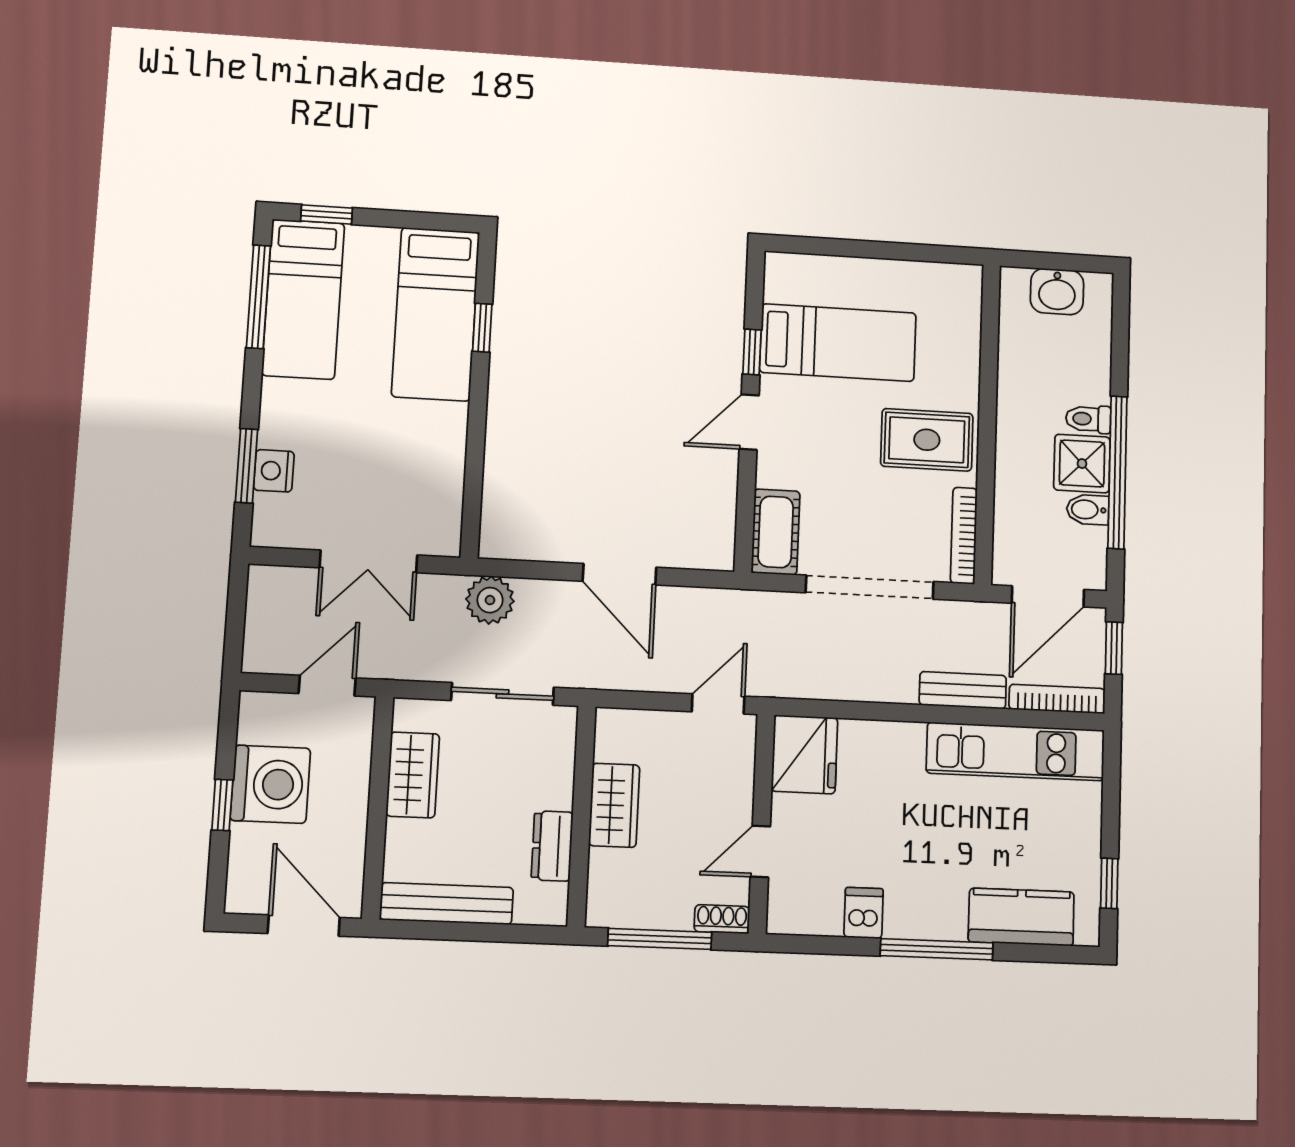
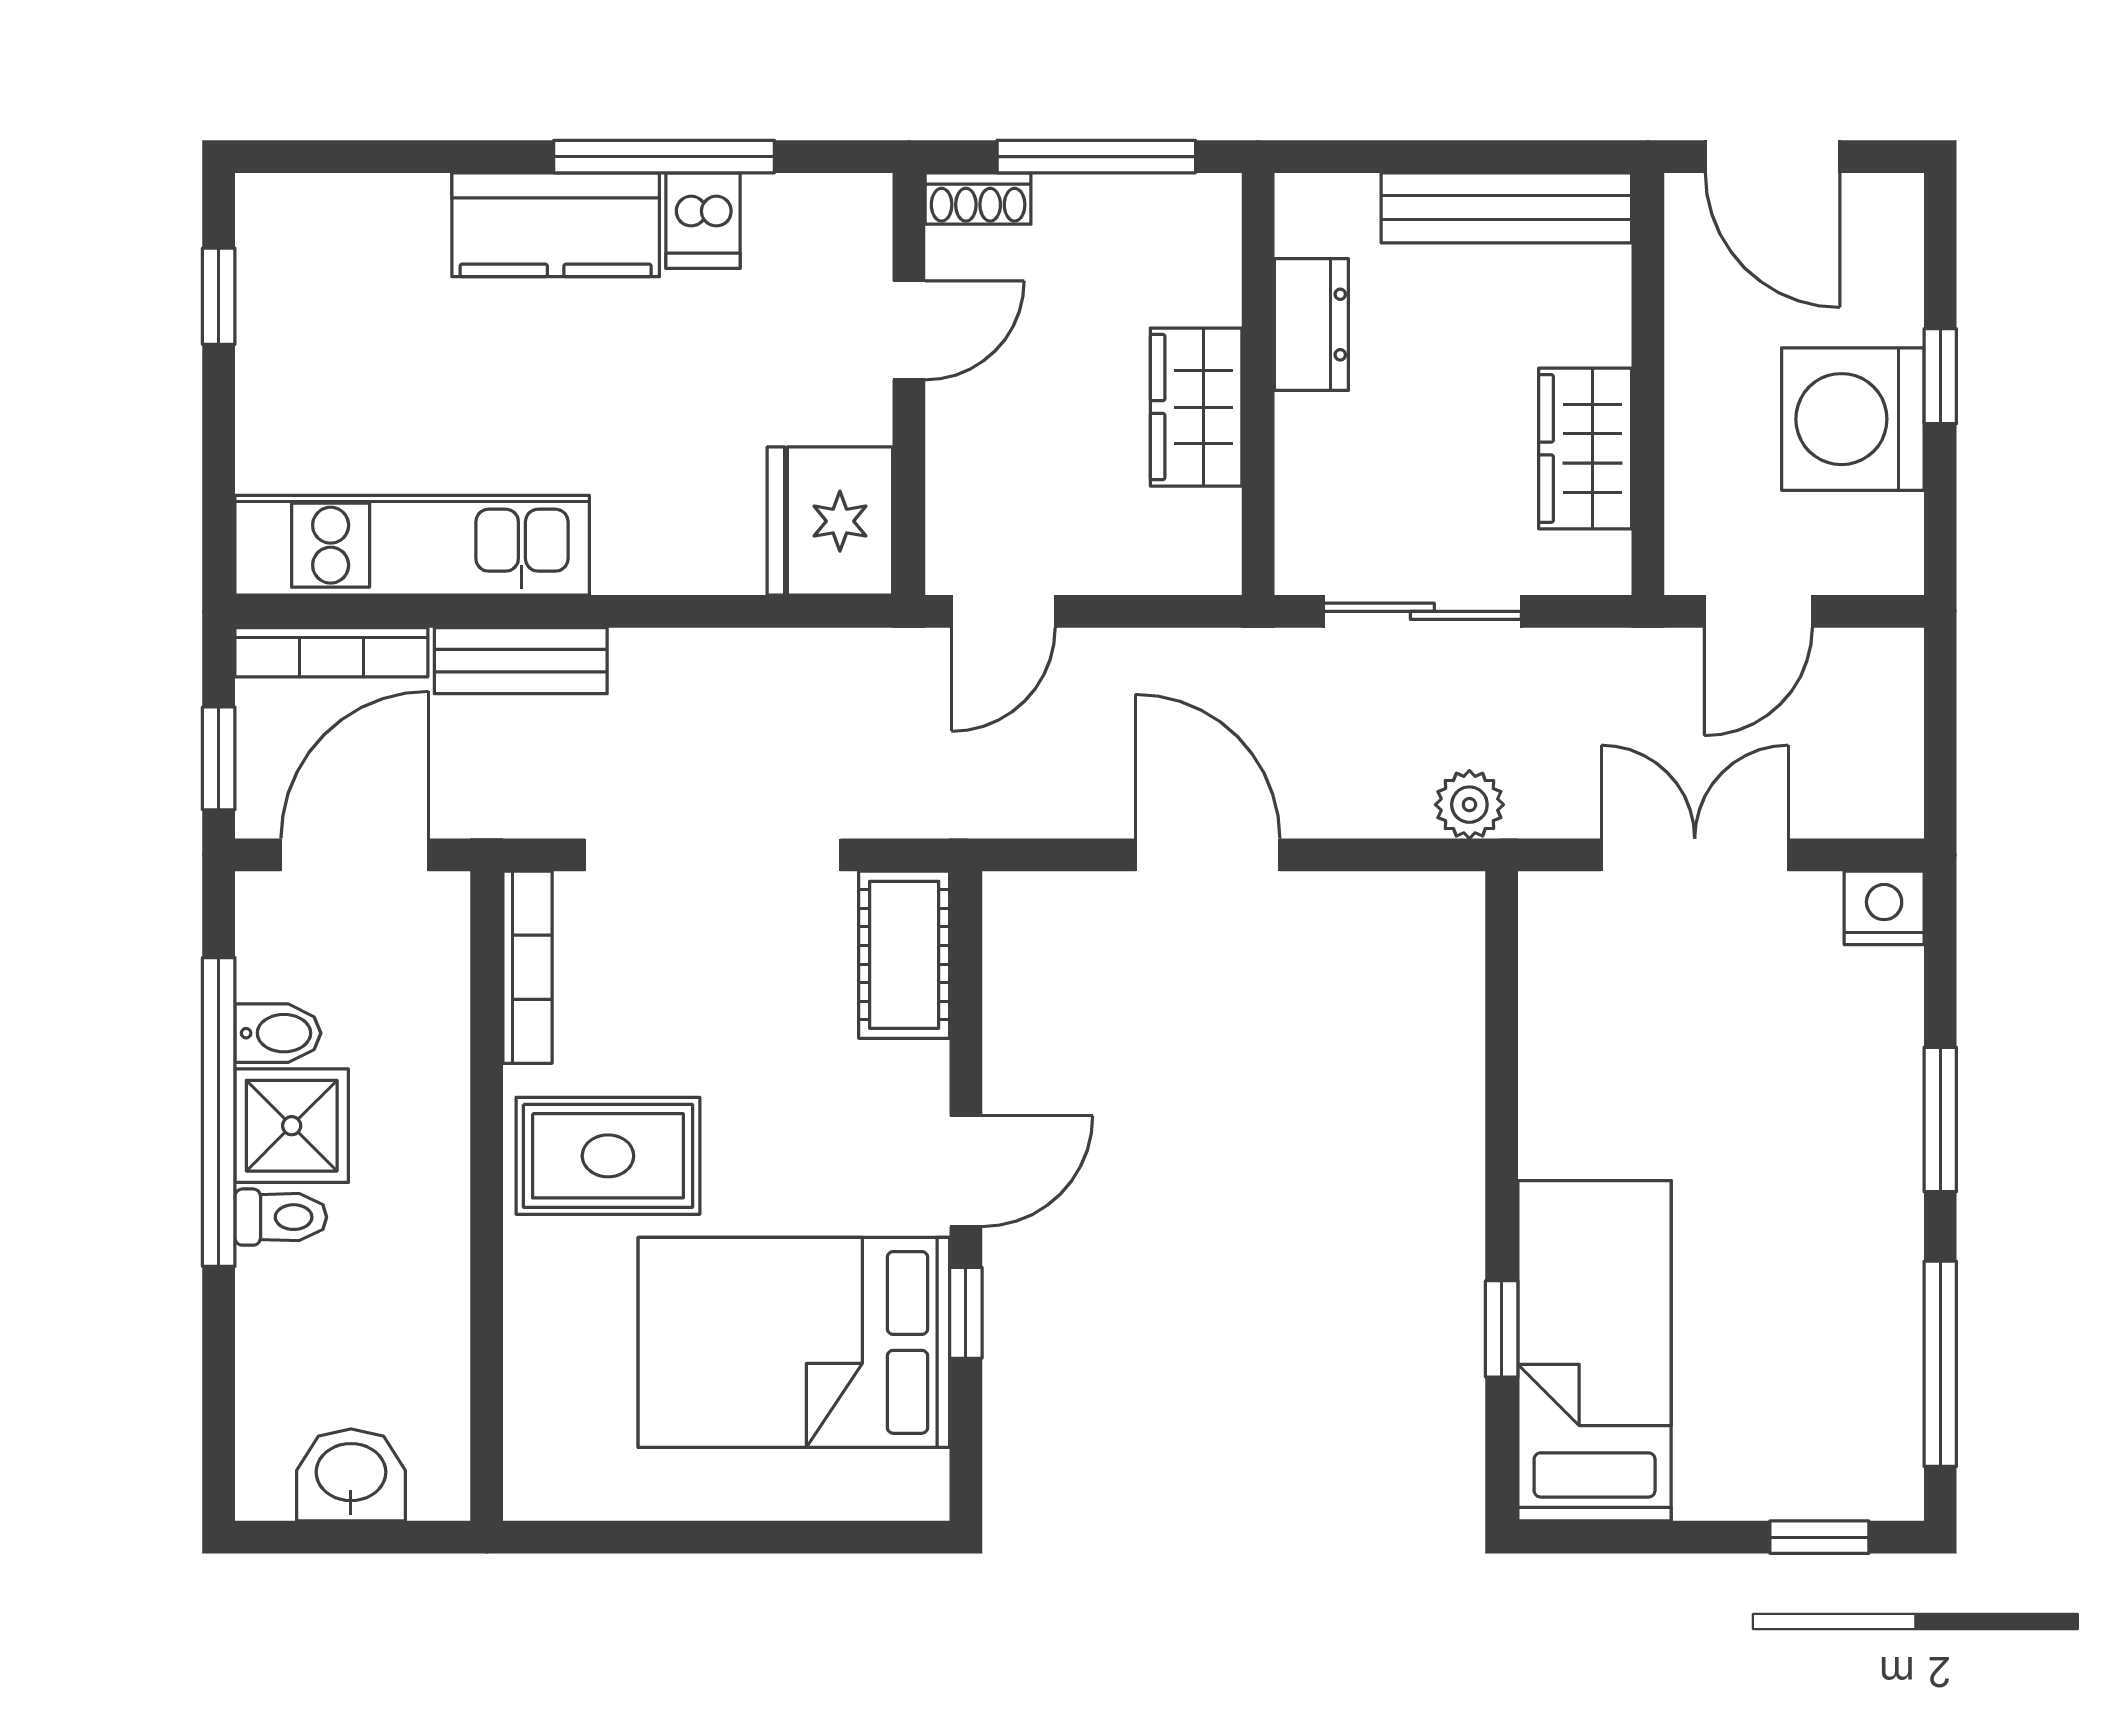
bed: (303, 299) -> (1854, 1364), removed
bed: (838, 343) -> (794, 1342), width x1.50
window: (246, 466) -> (1940, 1120), moved
nightstand: (274, 471) -> (1884, 908), moved, turned -90
plant: (490, 600) -> (1469, 805), width x0.73, depth x0.73
kitchen counter: (1021, 917) -> (556, 225), moved
window: (937, 949) -> (664, 157), moved

